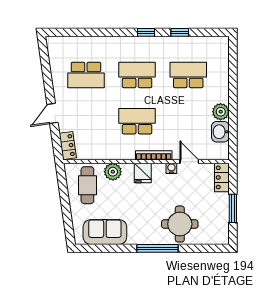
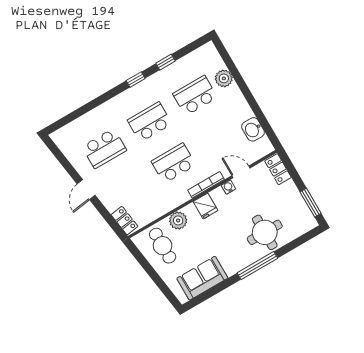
plant: (221, 112) -> (224, 78), moved
door: (52, 113) -> (86, 190), moved
window: (233, 208) -> (311, 203), moved

